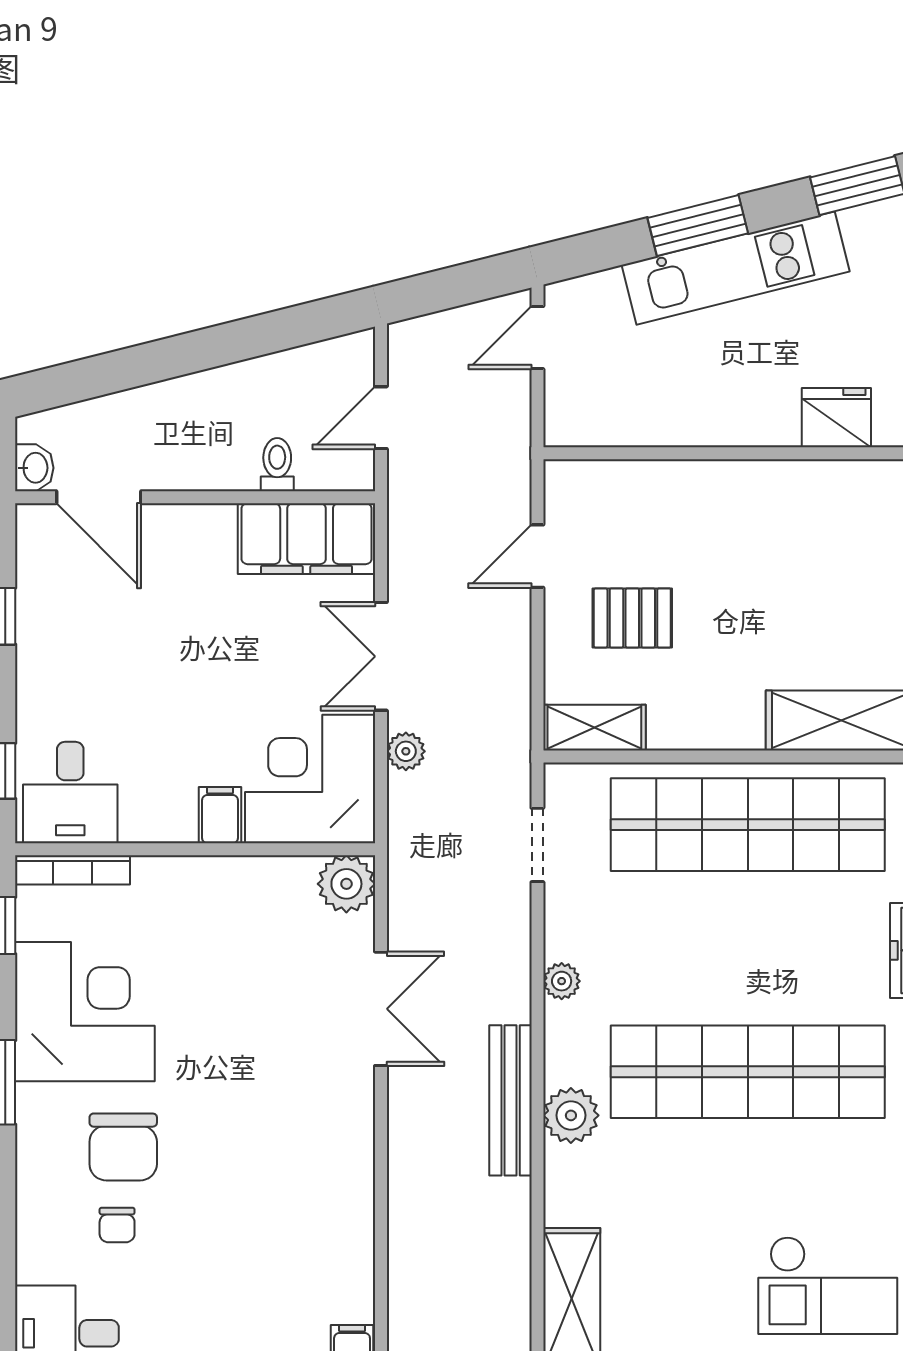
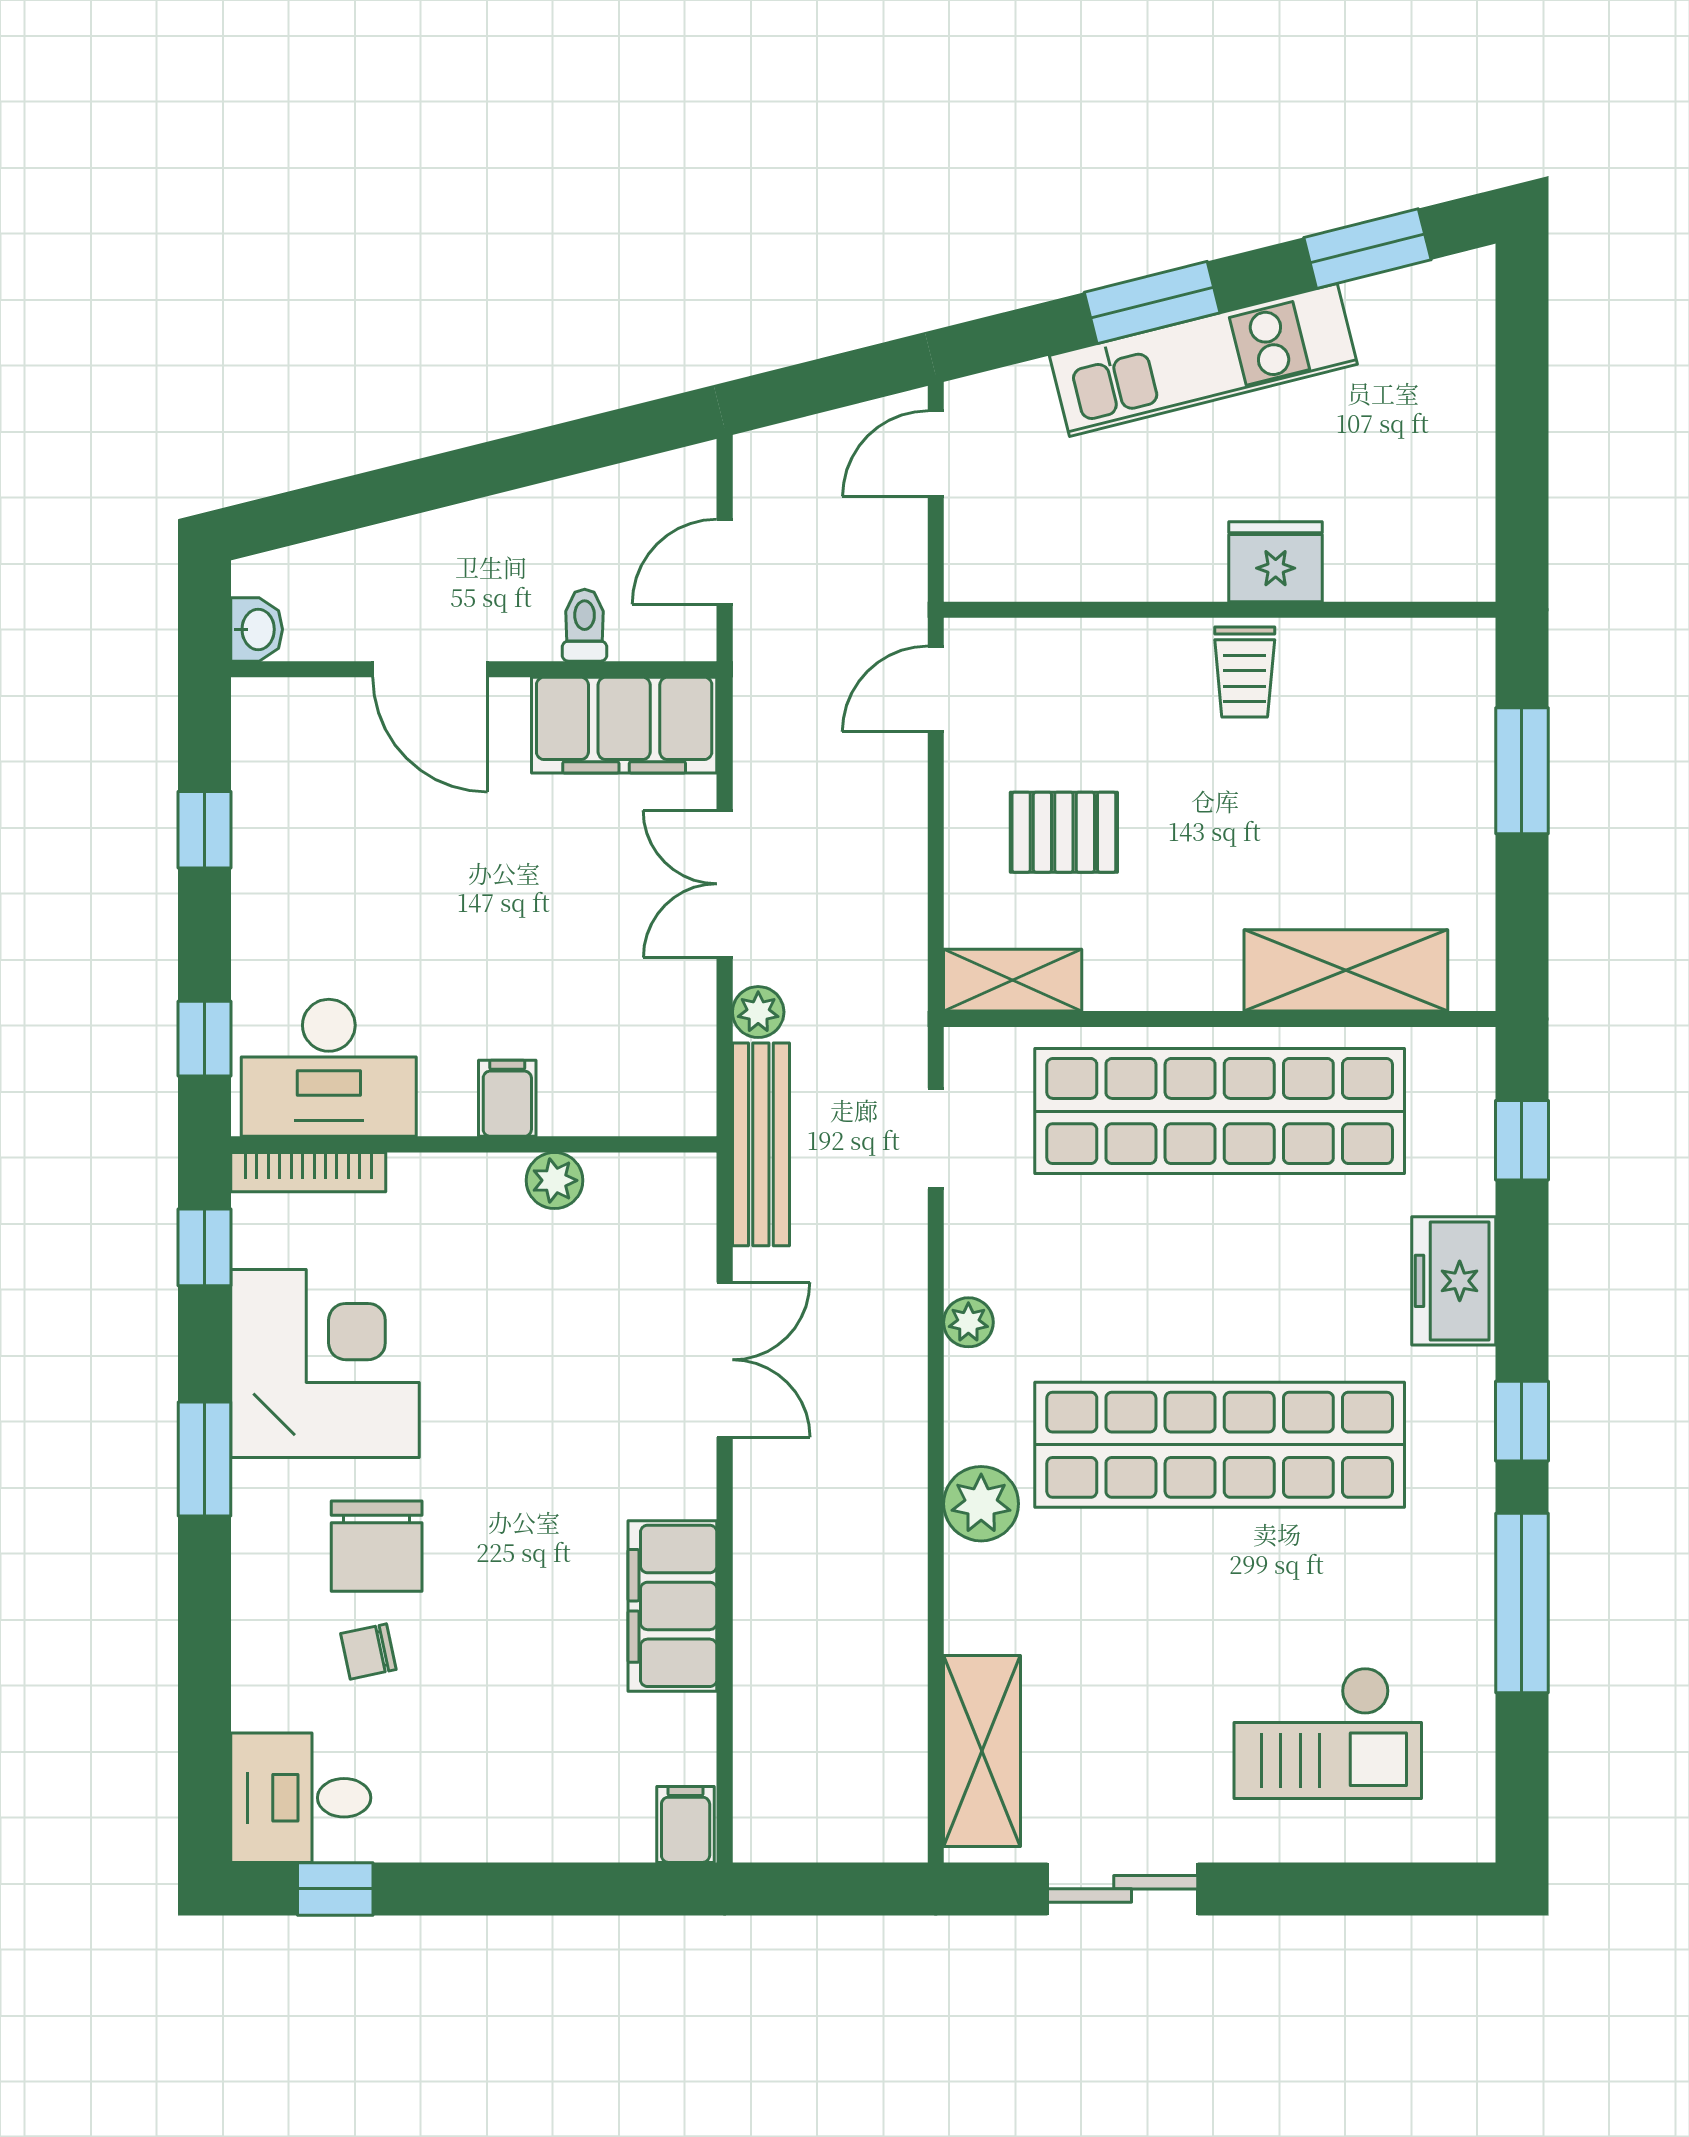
fridge: (836, 418) -> (1276, 562), moved
door: (99, 497) -> (430, 669), moved
trolley: (766, 499) -> (1245, 672), added
door: (537, 556) -> (936, 689), moved
corner desk: (309, 779) -> (628, 1050), removed
desk: (70, 793) -> (329, 1068), width x1.37
plant: (346, 884) -> (555, 1180), moved, width x0.73, depth x0.73
bench: (511, 1100) -> (761, 1144), moved
filing cabinet: (342, 1191) -> (672, 1606), added
chair: (117, 1225) -> (368, 1652), turned 78

